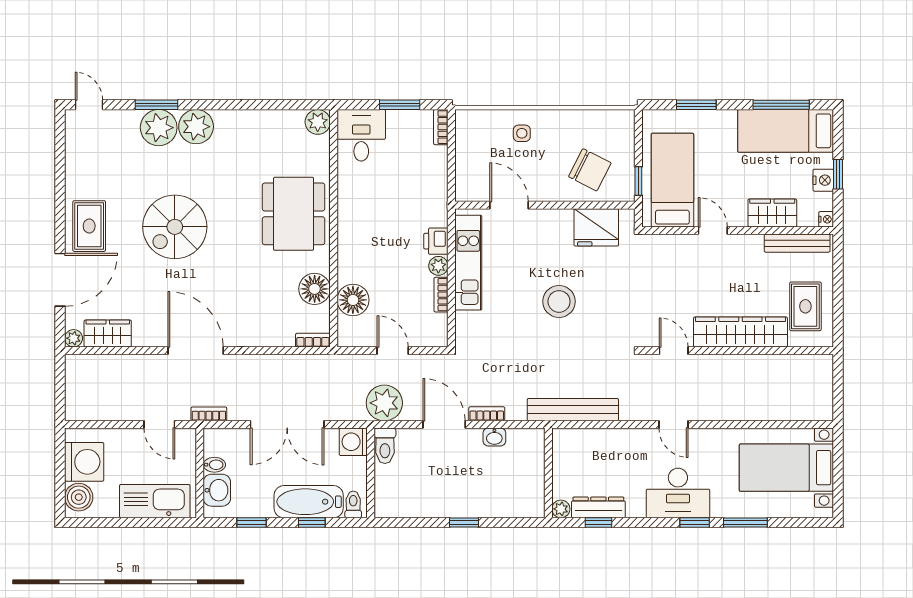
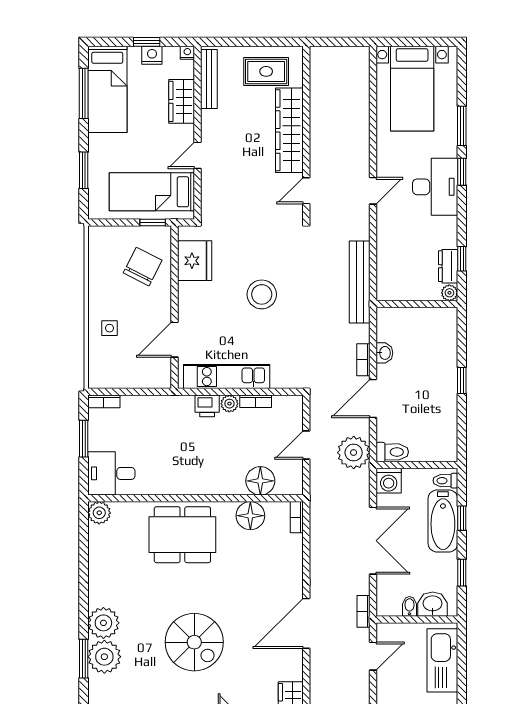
dresser: (598, 507) -> (448, 266), width x0.70

